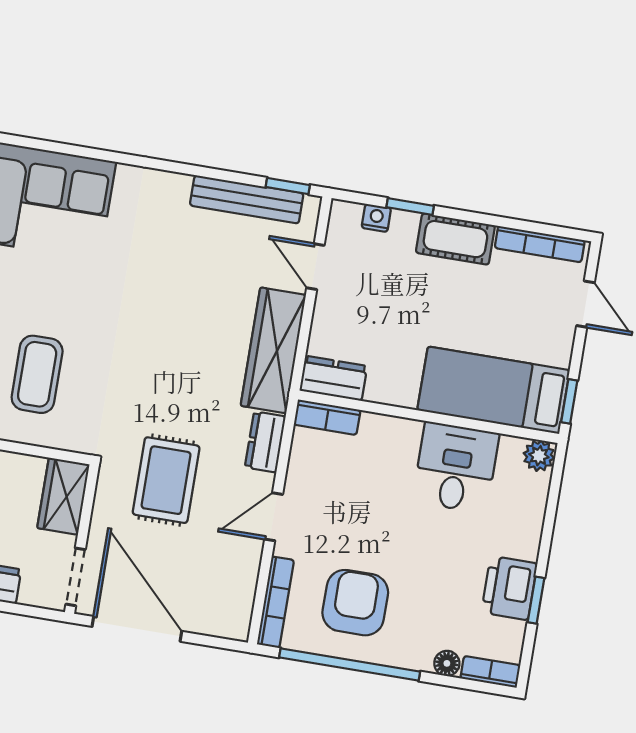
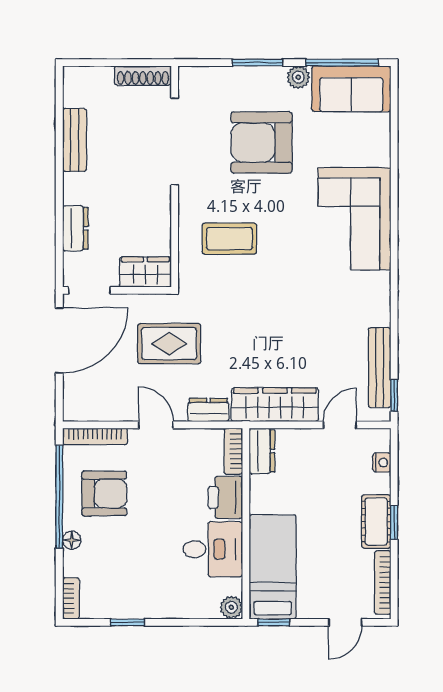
window: (410, 206) -> (394, 523), moved
printer: (509, 588) -> (225, 497), moved, turned -90
floor lamp: (447, 663) -> (72, 540), moved

